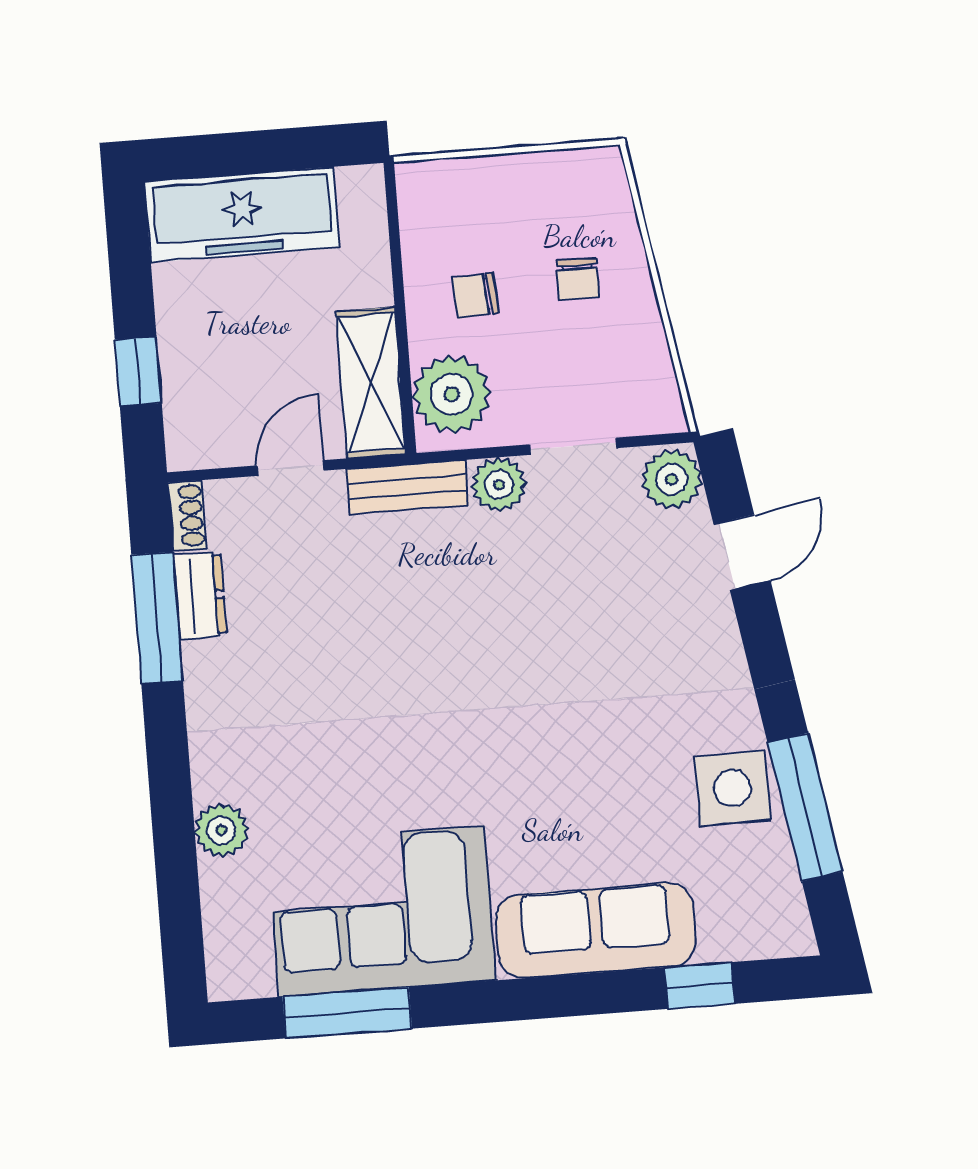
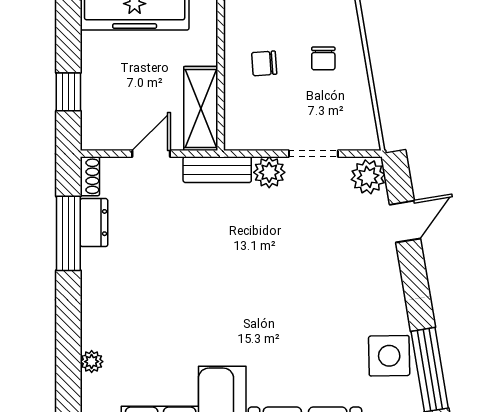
plant: (452, 394) -> (246, 119), removed
plant: (221, 830) -> (92, 362), width x0.73, depth x0.73

